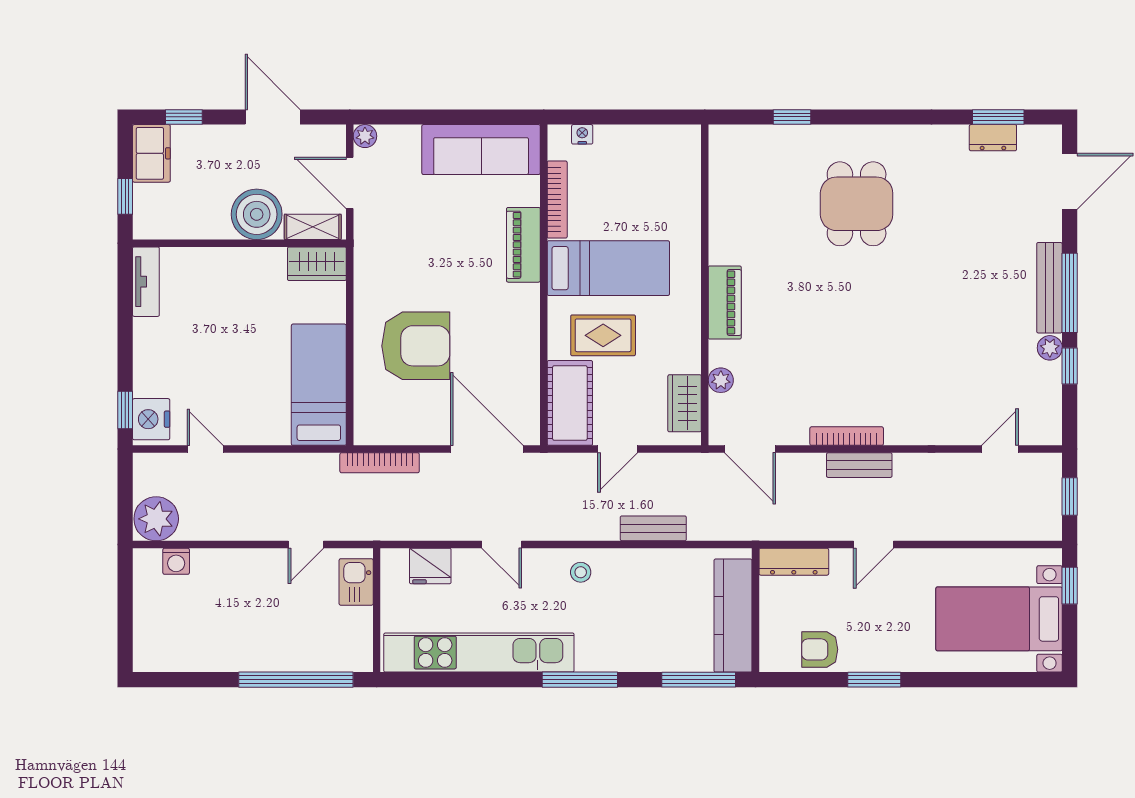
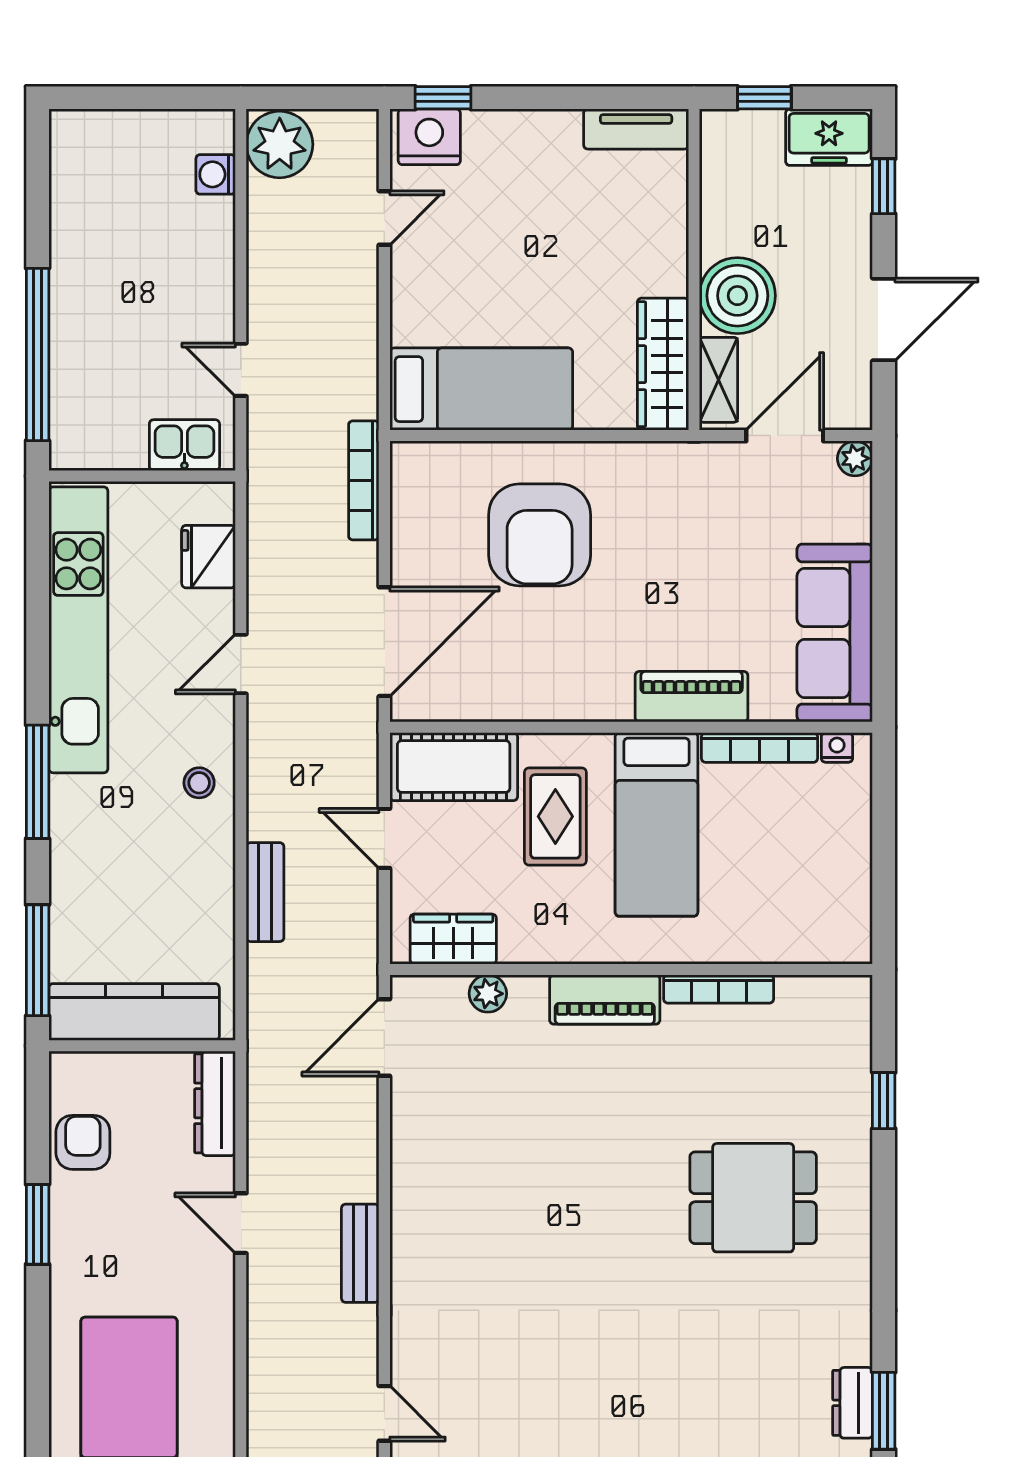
nightstand: (582, 134) -> (837, 747), moved, turned -90
wardrobe: (317, 264) -> (663, 364), width x1.50
bookcase: (847, 436) -> (719, 989), moved, turned 90
bench: (859, 465) -> (360, 1253), moved

